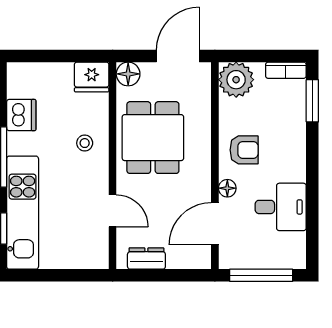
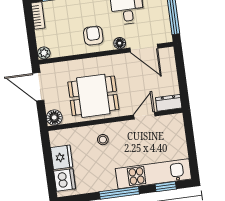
fridge: (92, 77) -> (62, 157), moved
plant: (236, 80) -> (44, 53), width x0.53, depth x0.53
dishwasher: (21, 115) -> (65, 180), moved, turned 90
dresser: (146, 258) -> (169, 103), moved, turned 90

